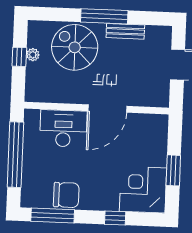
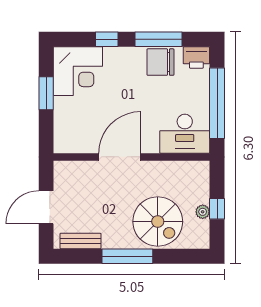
bench: (125, 31) -> (80, 241), moved
desk: (63, 128) -> (185, 134), moved
printer: (33, 198) -> (196, 57), added
window: (53, 215) -> (158, 39), moved

